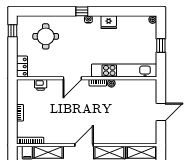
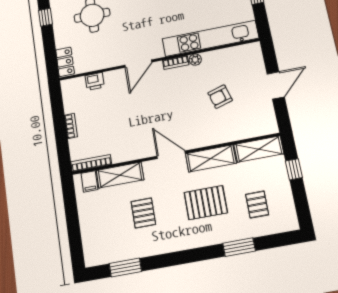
armchair: (123, 112) -> (220, 97), added
door: (84, 145) -> (171, 155), hinge flipped

